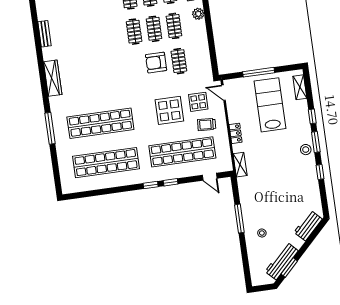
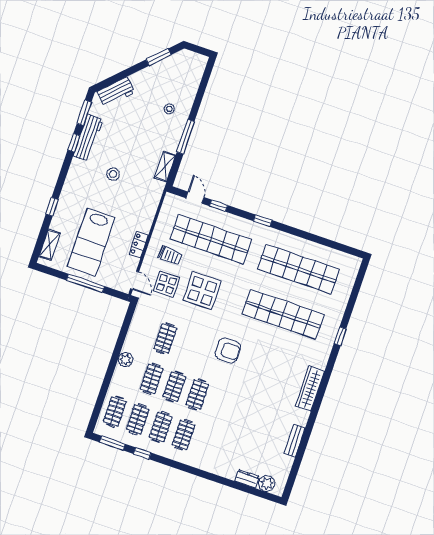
plant: (198, 14) -> (125, 360), moved
armchair: (156, 63) -> (228, 351), moved
window: (50, 128) -> (340, 336), width x0.46
locker: (236, 133) -> (139, 245), moved
window: (316, 142) -> (84, 113), moved
stool: (306, 150) -> (113, 174), moved
shelving: (240, 165) -> (165, 167), moved
window: (171, 182) -> (218, 206), moved
workbench: (282, 261) -> (88, 138), moved, turned -45

